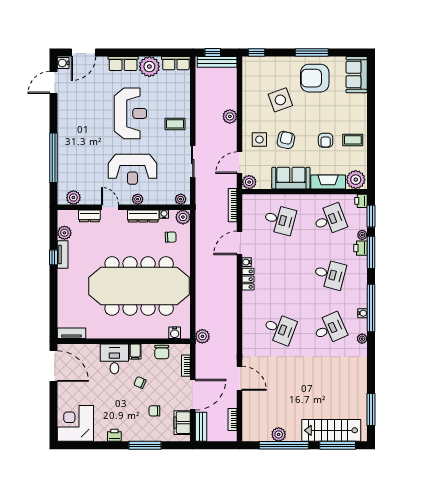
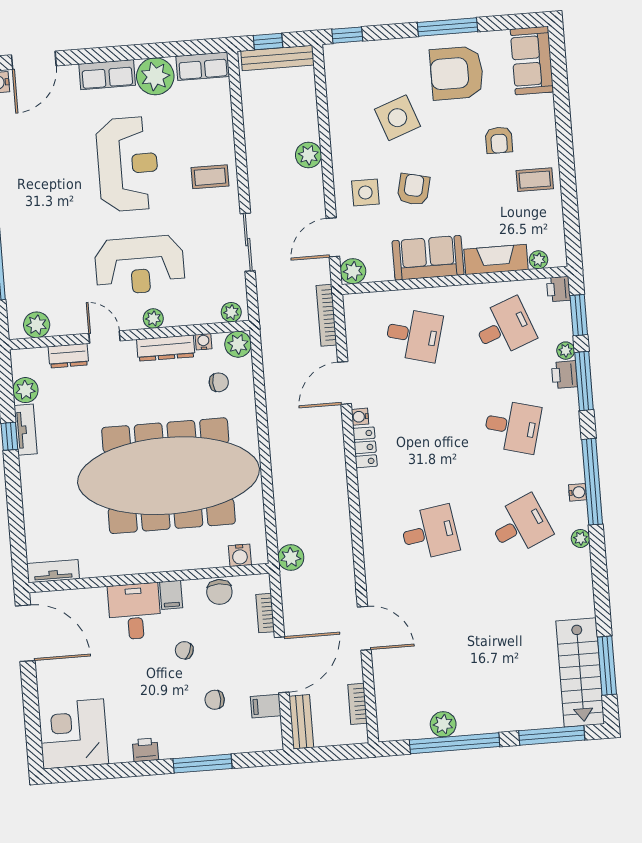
armchair: (326, 140) -> (499, 140), moved
plant: (356, 180) -> (538, 260), width x0.53, depth x0.53
desk: (280, 329) -> (430, 533), turned -30
filing cabinet: (182, 423) -> (266, 706), width x0.50
stairs: (331, 430) -> (580, 672), moved, turned -90

